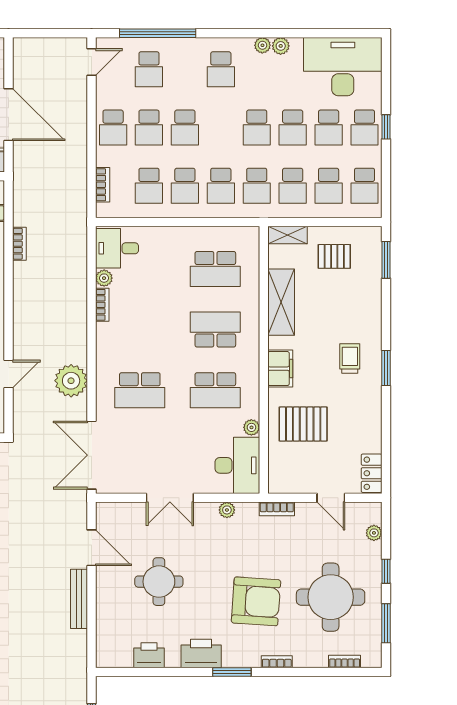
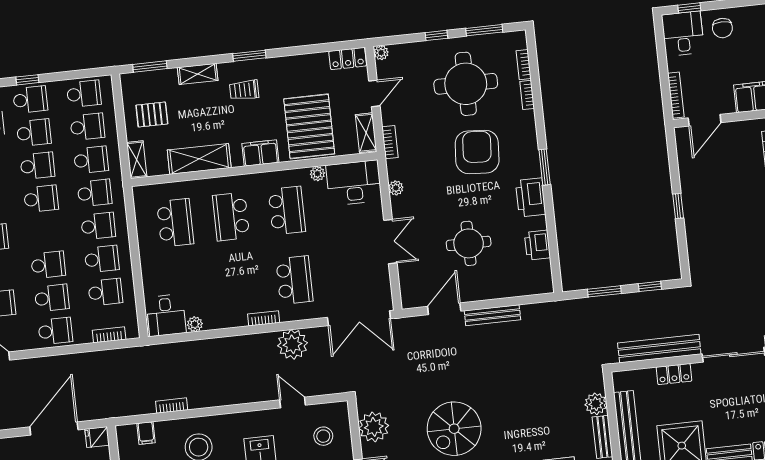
pallet: (334, 256) -> (152, 115), turned 90
bookcase: (102, 305) -> (264, 318), moved
shelving: (372, 310) -> (198, 74), added
pallet: (303, 424) -> (309, 126), width x1.37, depth x1.41
shelving: (290, 484) -> (366, 133), added
plant: (374, 533) -> (381, 53), moved
bookcase: (277, 662) -> (527, 95), moved

